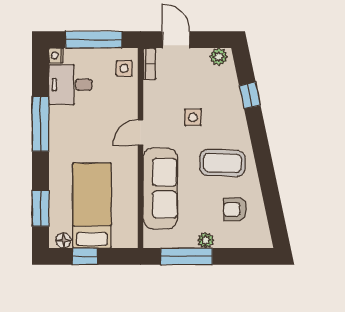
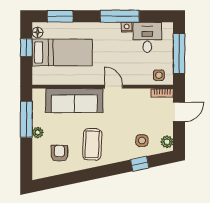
nightstand: (56, 56) -> (127, 27), moved
side table: (193, 117) -> (142, 141), moved

